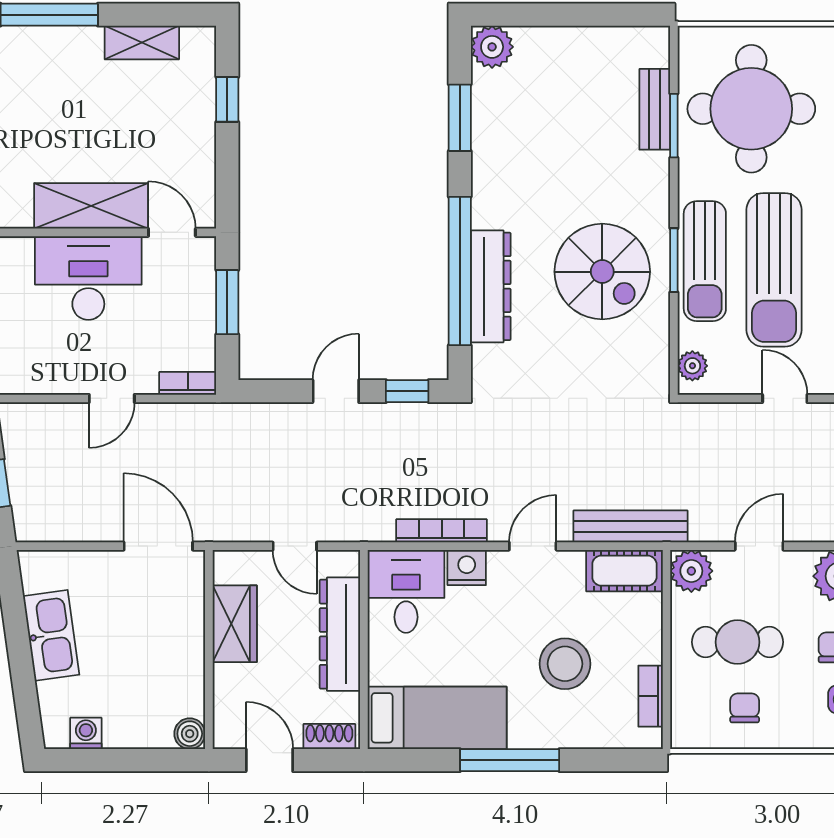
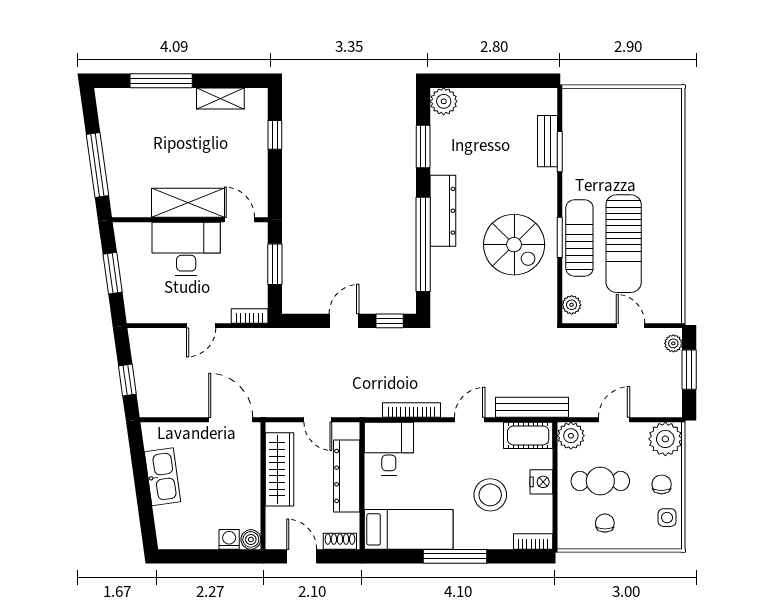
round table: (751, 109) -> (609, 141), removed
sun lounger: (705, 261) -> (579, 238), turned 180
dresser: (491, 286) -> (443, 211), moved
nightstand: (467, 567) -> (541, 482), moved, turned 90
wardrobe: (235, 624) -> (280, 469), width x1.50
bookcase: (651, 696) -> (533, 541), moved, turned 90
washing machine: (86, 733) -> (229, 539), moved

